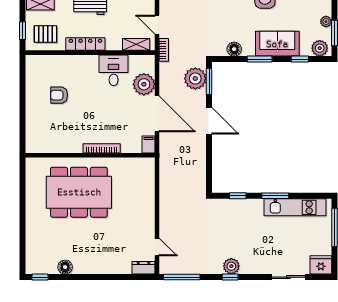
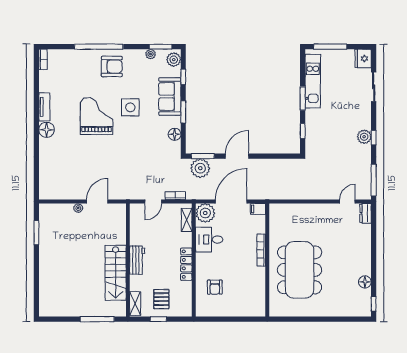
locker: (85, 44) -> (186, 264), moved
shelving: (136, 44) -> (187, 220), moved
wall: (90, 53) -> (194, 260), moved
desk: (114, 70) -> (209, 240), moved

